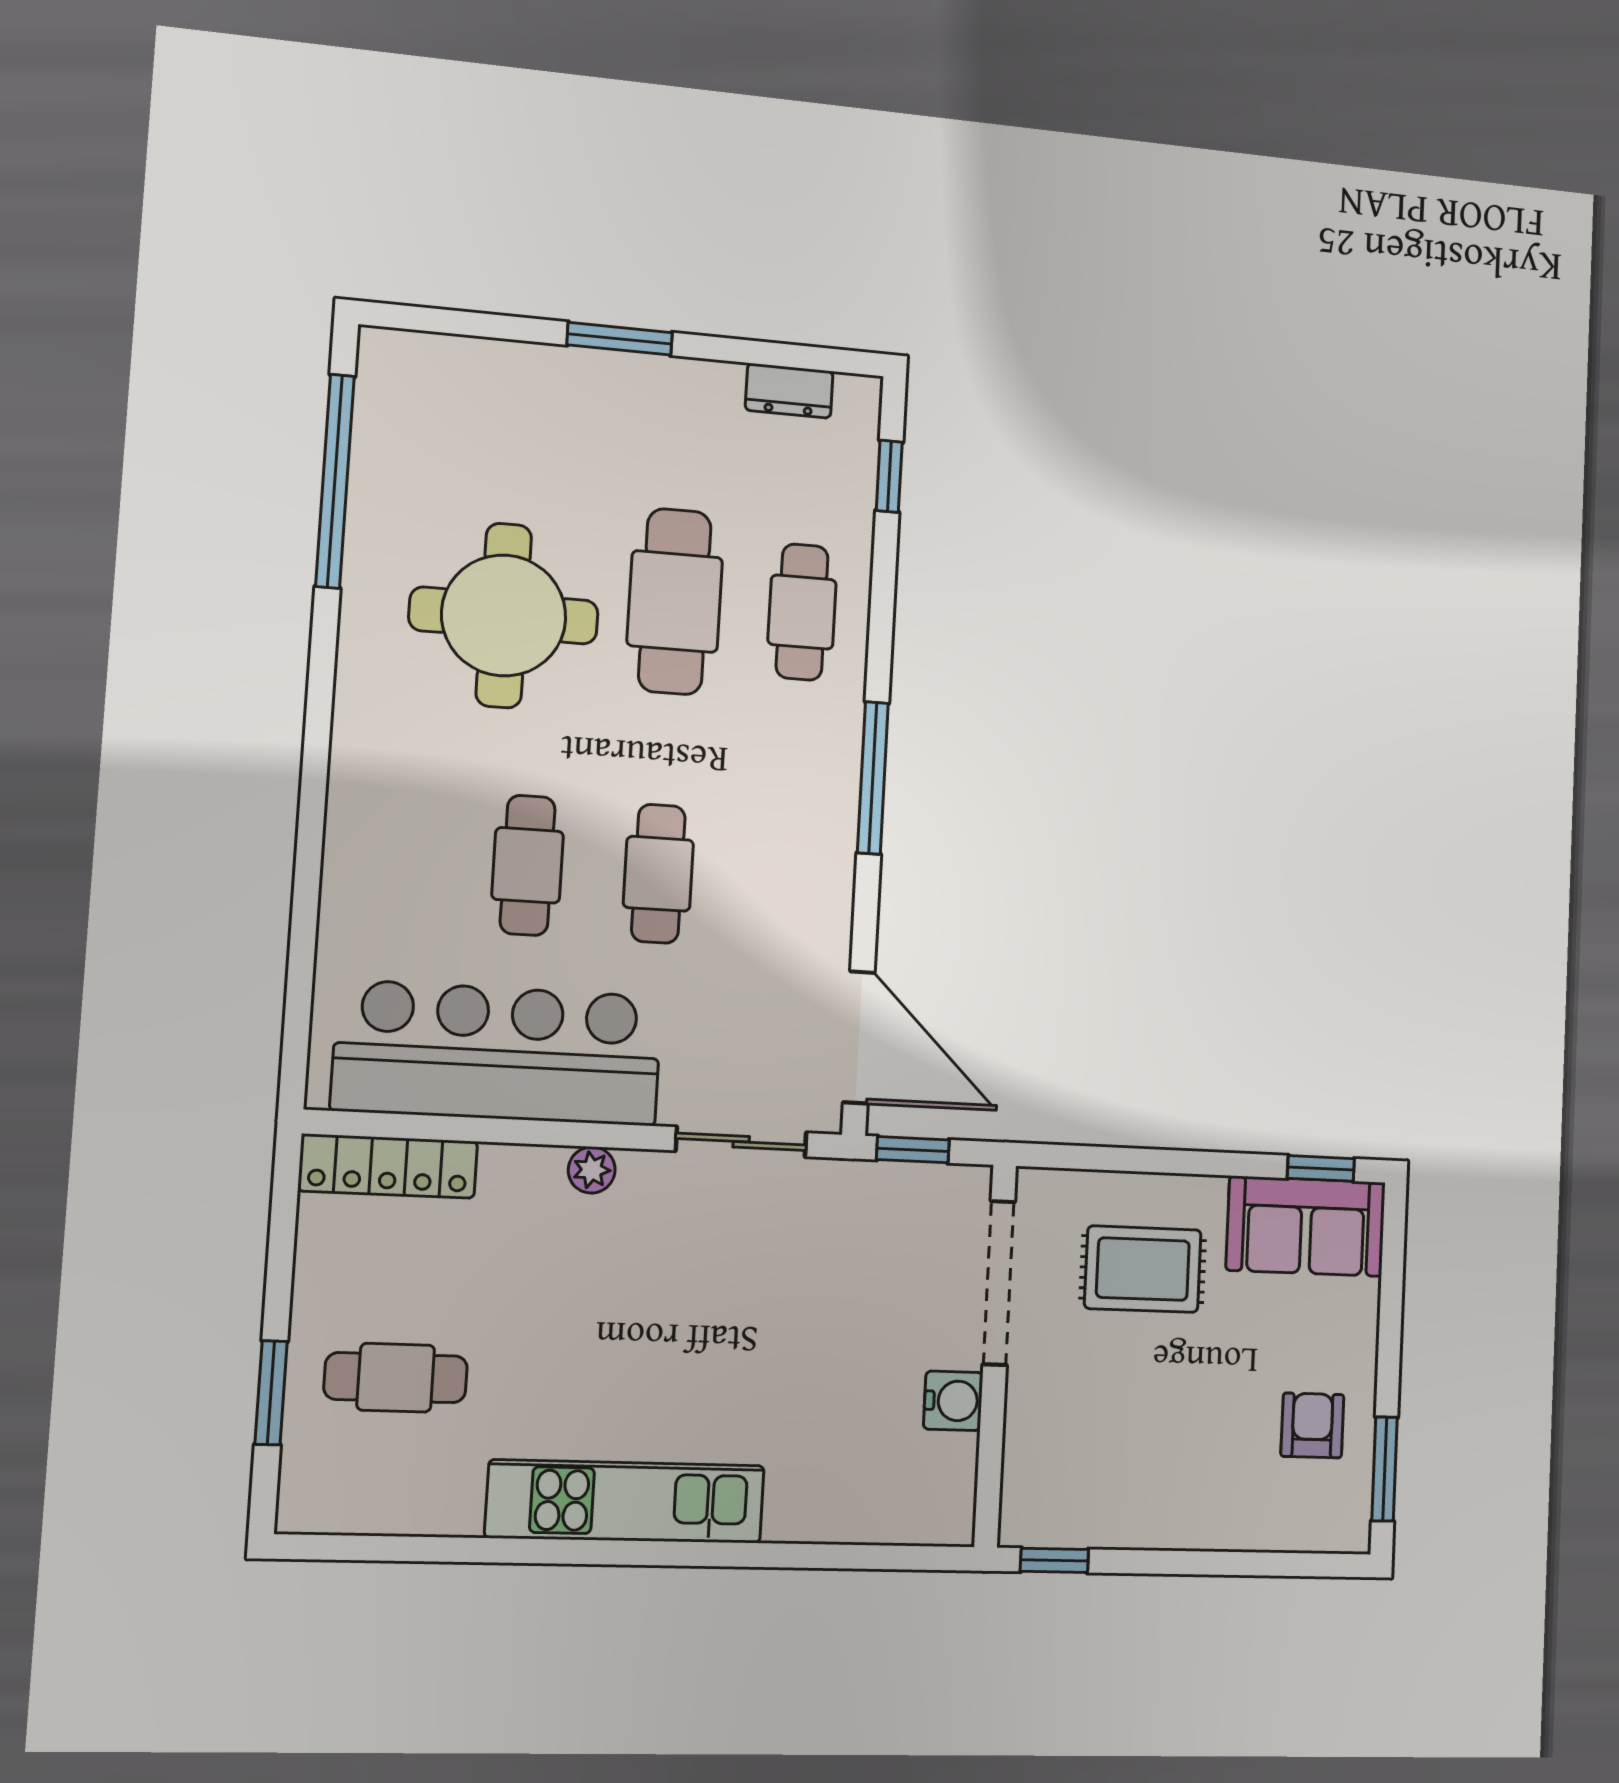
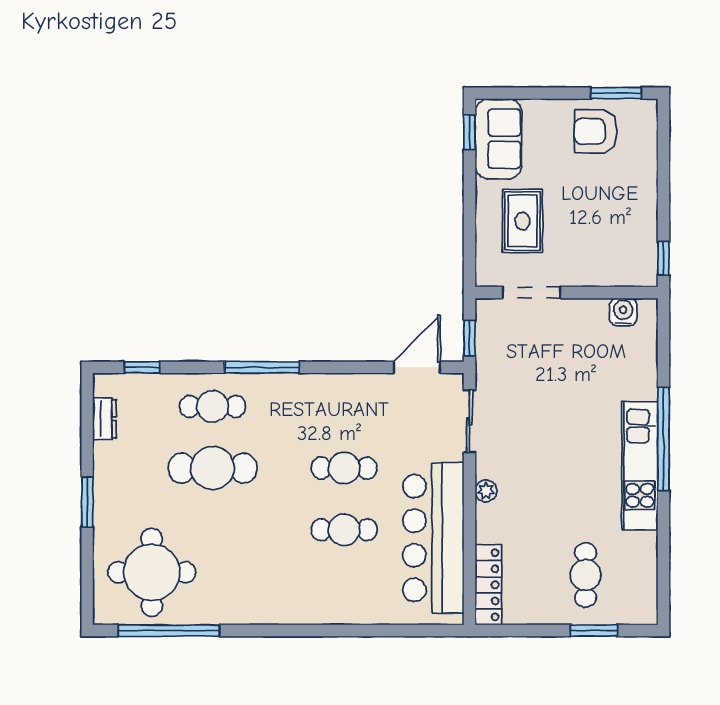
round table: (504, 615) -> (152, 572), moved
window: (873, 778) -> (262, 367), moved
door: (859, 1037) -> (417, 367), width x0.73
doorway: (999, 1283) -> (532, 293), width x0.73
water cooler: (953, 1401) -> (623, 312), moved
armchair: (1312, 1425) -> (596, 131), width x1.38, depth x1.38
window: (680, 1554) -> (663, 439), added

